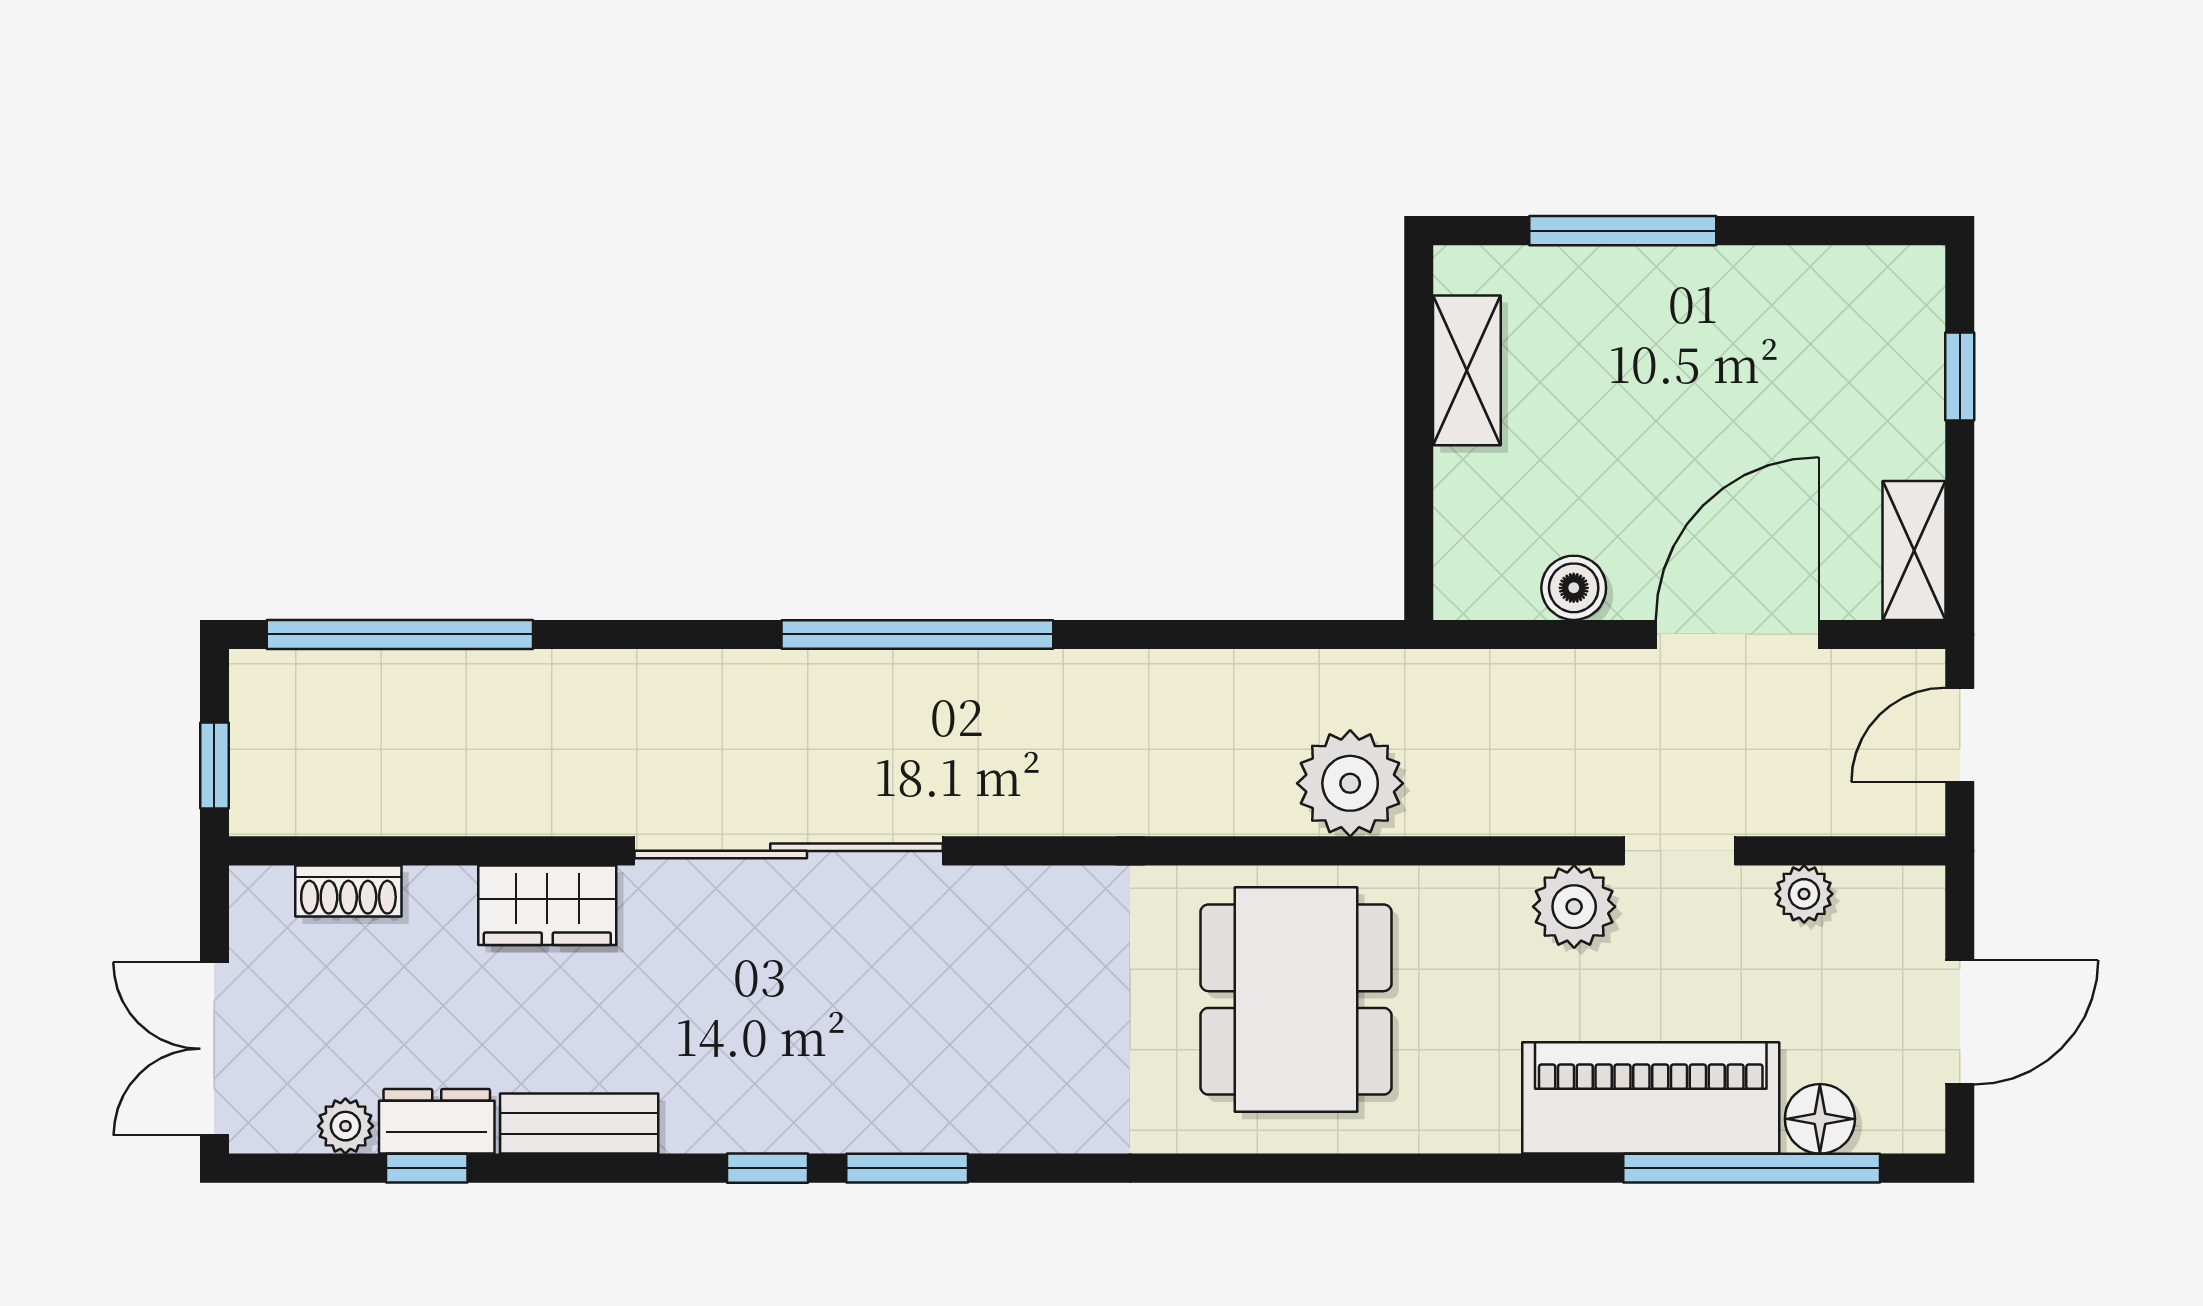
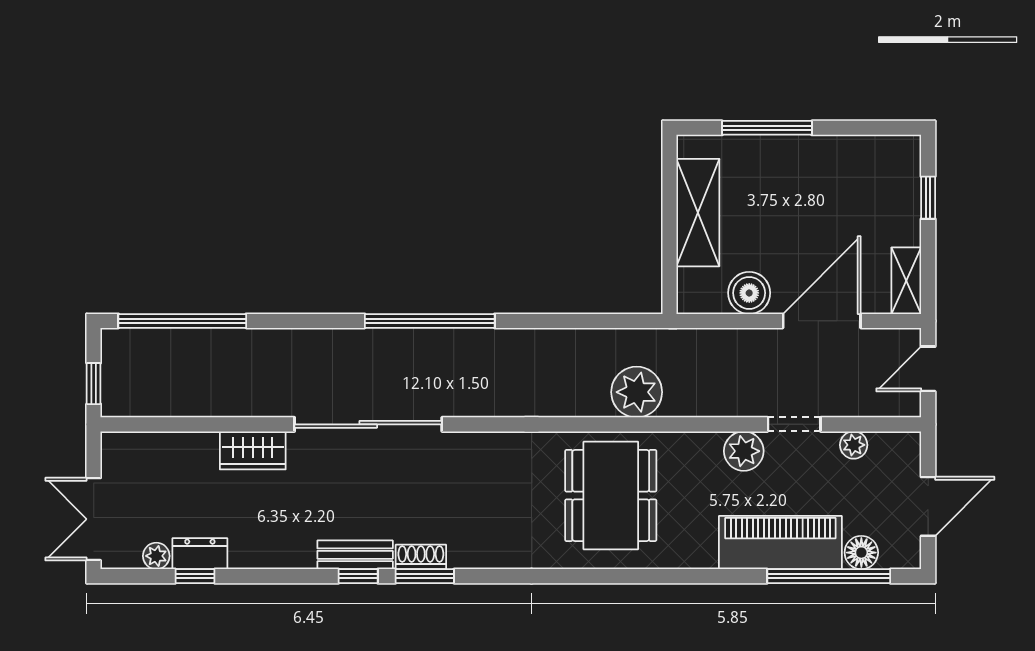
shelving: (1467, 370) -> (698, 213), width x1.50, depth x1.33
boiler: (1574, 588) -> (749, 293), width x1.36, depth x1.36
shoe rack: (348, 891) -> (421, 557), moved, turned 180
bench: (579, 1124) -> (355, 555), moved

